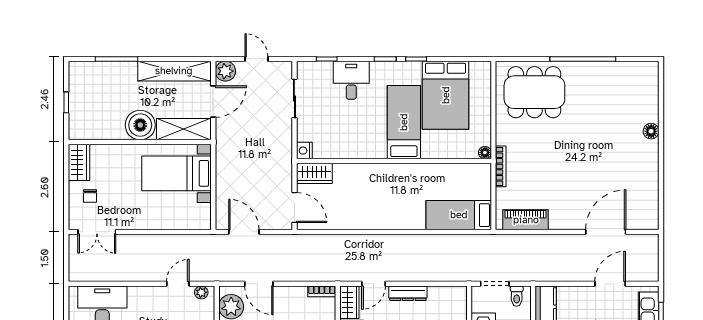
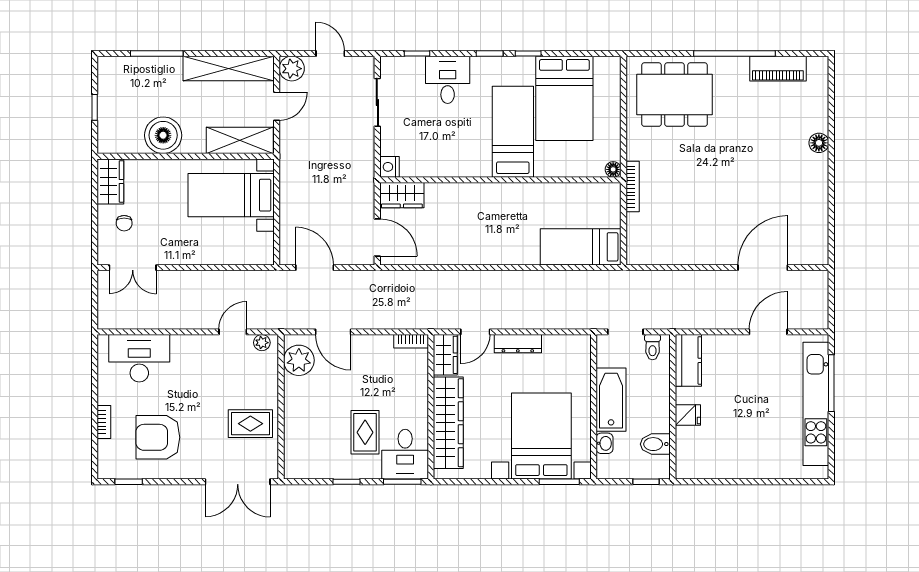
door: (213, 102) -> (277, 106), width x0.73
boiler: (140, 125) -> (163, 135), moved
piano: (526, 220) -> (778, 69), moved, turned 180

